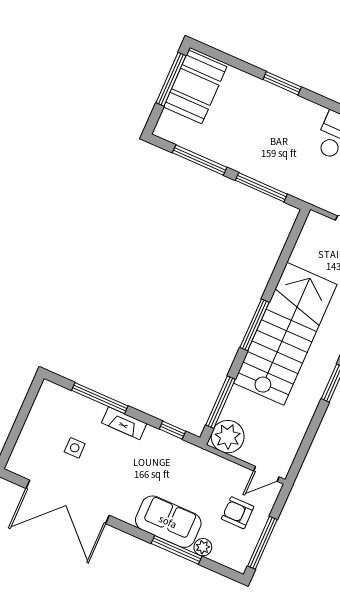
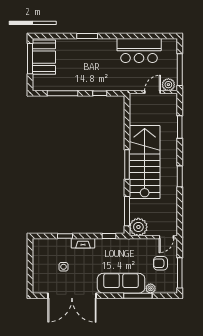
window: (261, 187) -> (100, 93), width x0.46
window: (100, 398) -> (65, 236), width x0.46
sofa: (168, 522) -> (121, 283), width x1.36

